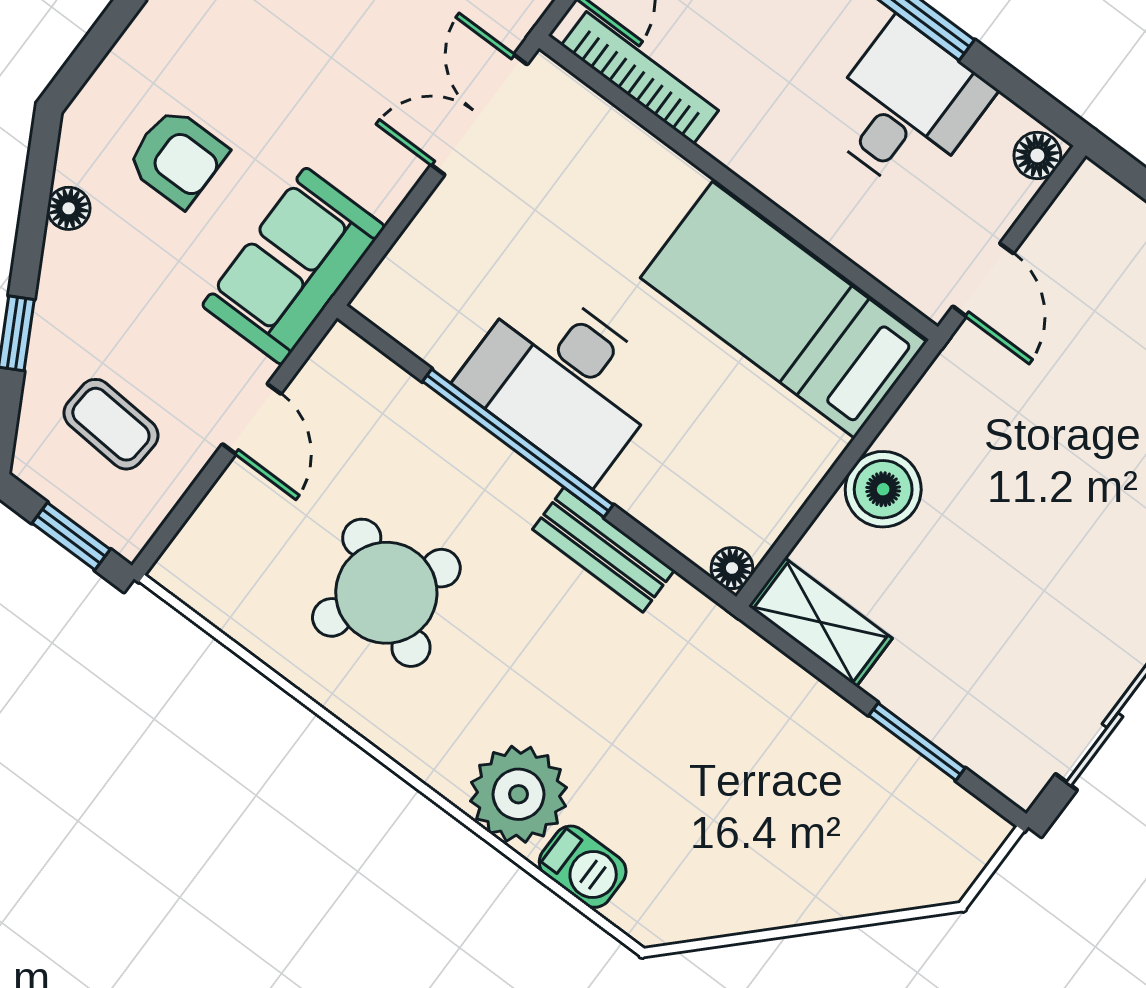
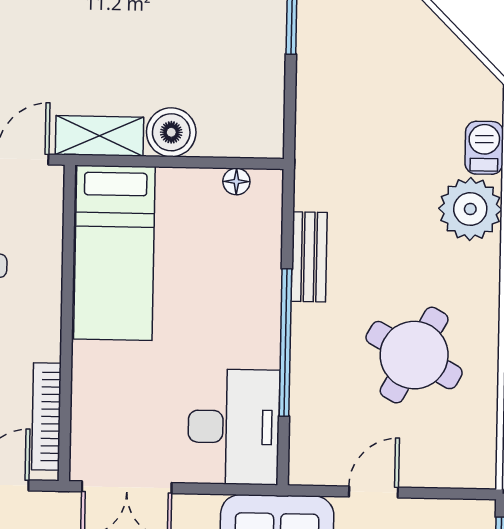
desk: (563, 381) -> (234, 427), moved
floor lamp: (732, 568) -> (236, 182), moved
shelving: (820, 622) -> (100, 136), moved, turned 90

